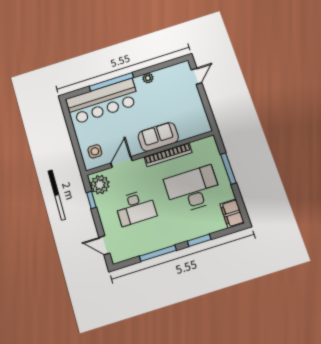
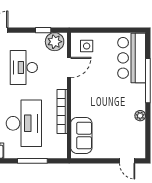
bar counter: (103, 101) -> (132, 58), width x0.73
sofa: (158, 137) -> (81, 135), moved
door: (122, 162) -> (69, 67), hinge flipped

